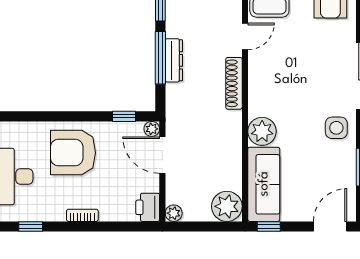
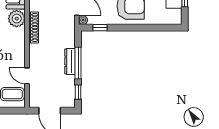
door: (245, 36) -> (27, 76), hinge flipped
shoe rack: (234, 83) -> (34, 27), moved

